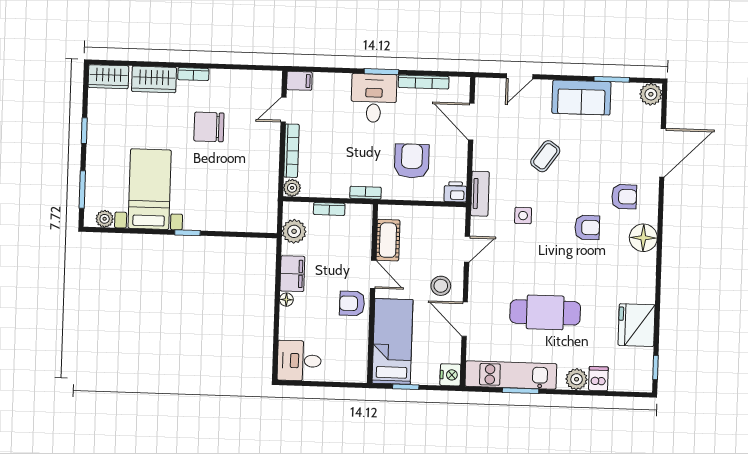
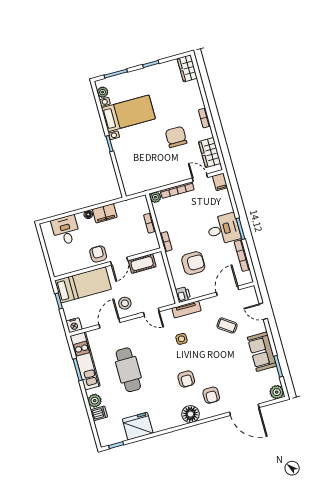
wardrobe: (154, 79) -> (210, 153), moved
coffee table: (545, 156) -> (227, 325), moved
plant: (294, 231) -> (130, 206), removed
desk: (299, 361) -> (66, 230), moved

